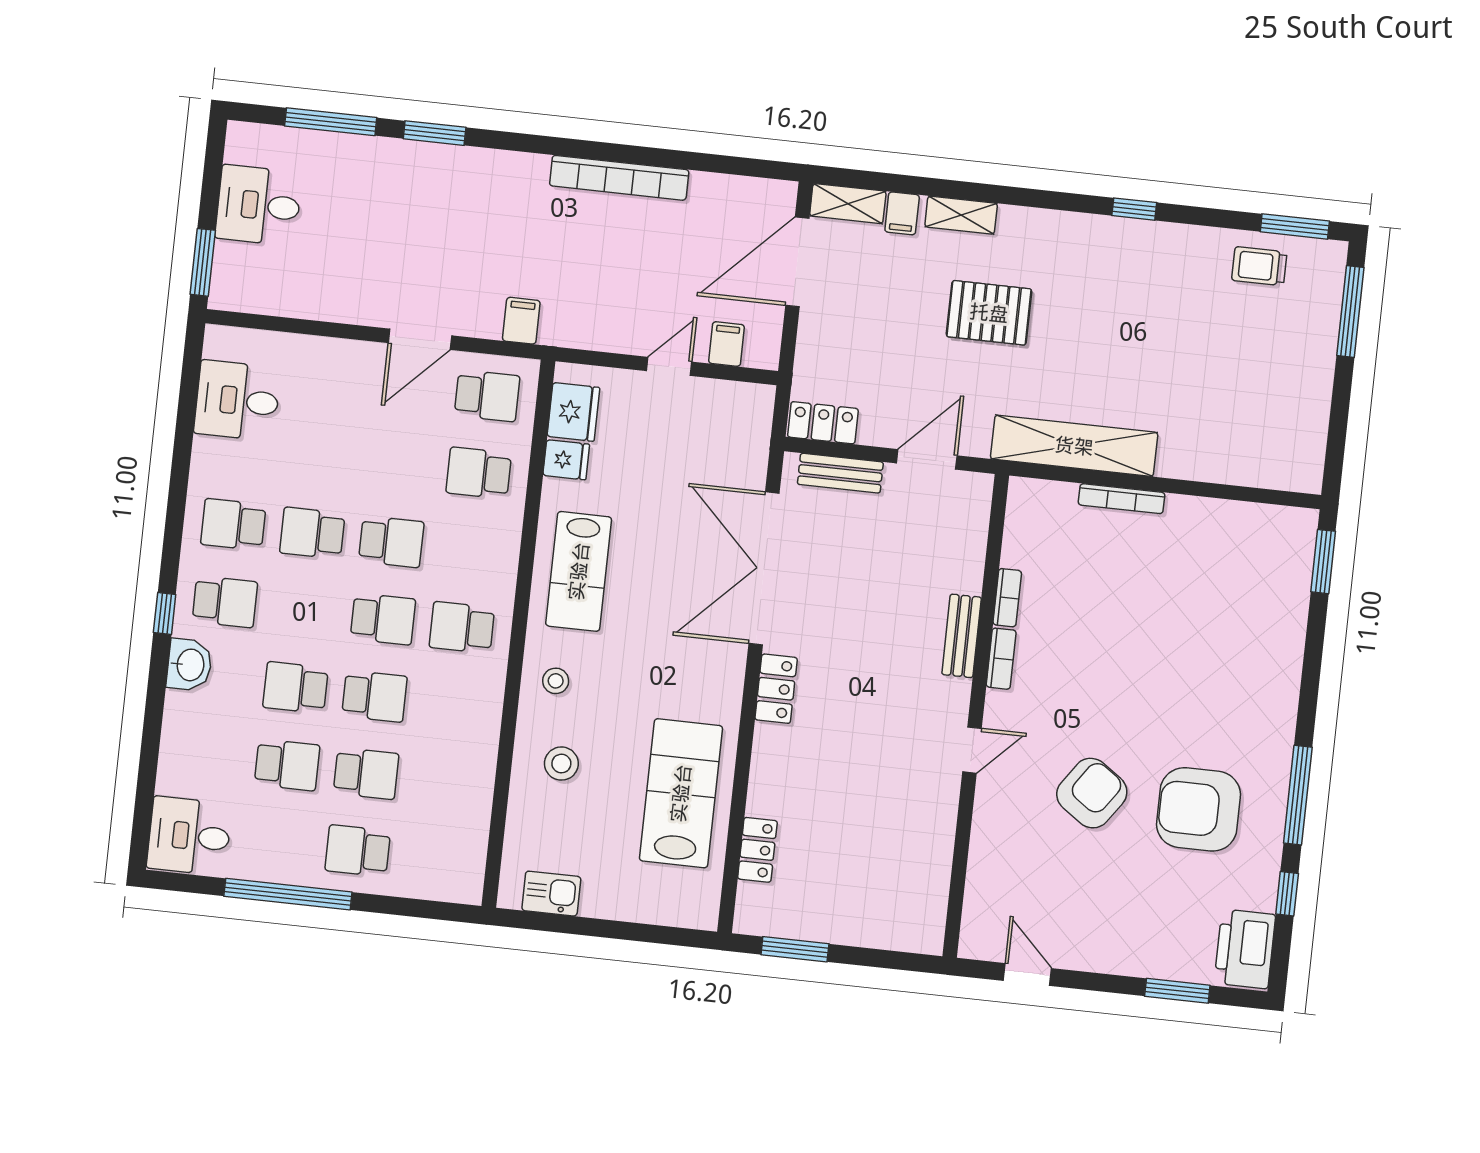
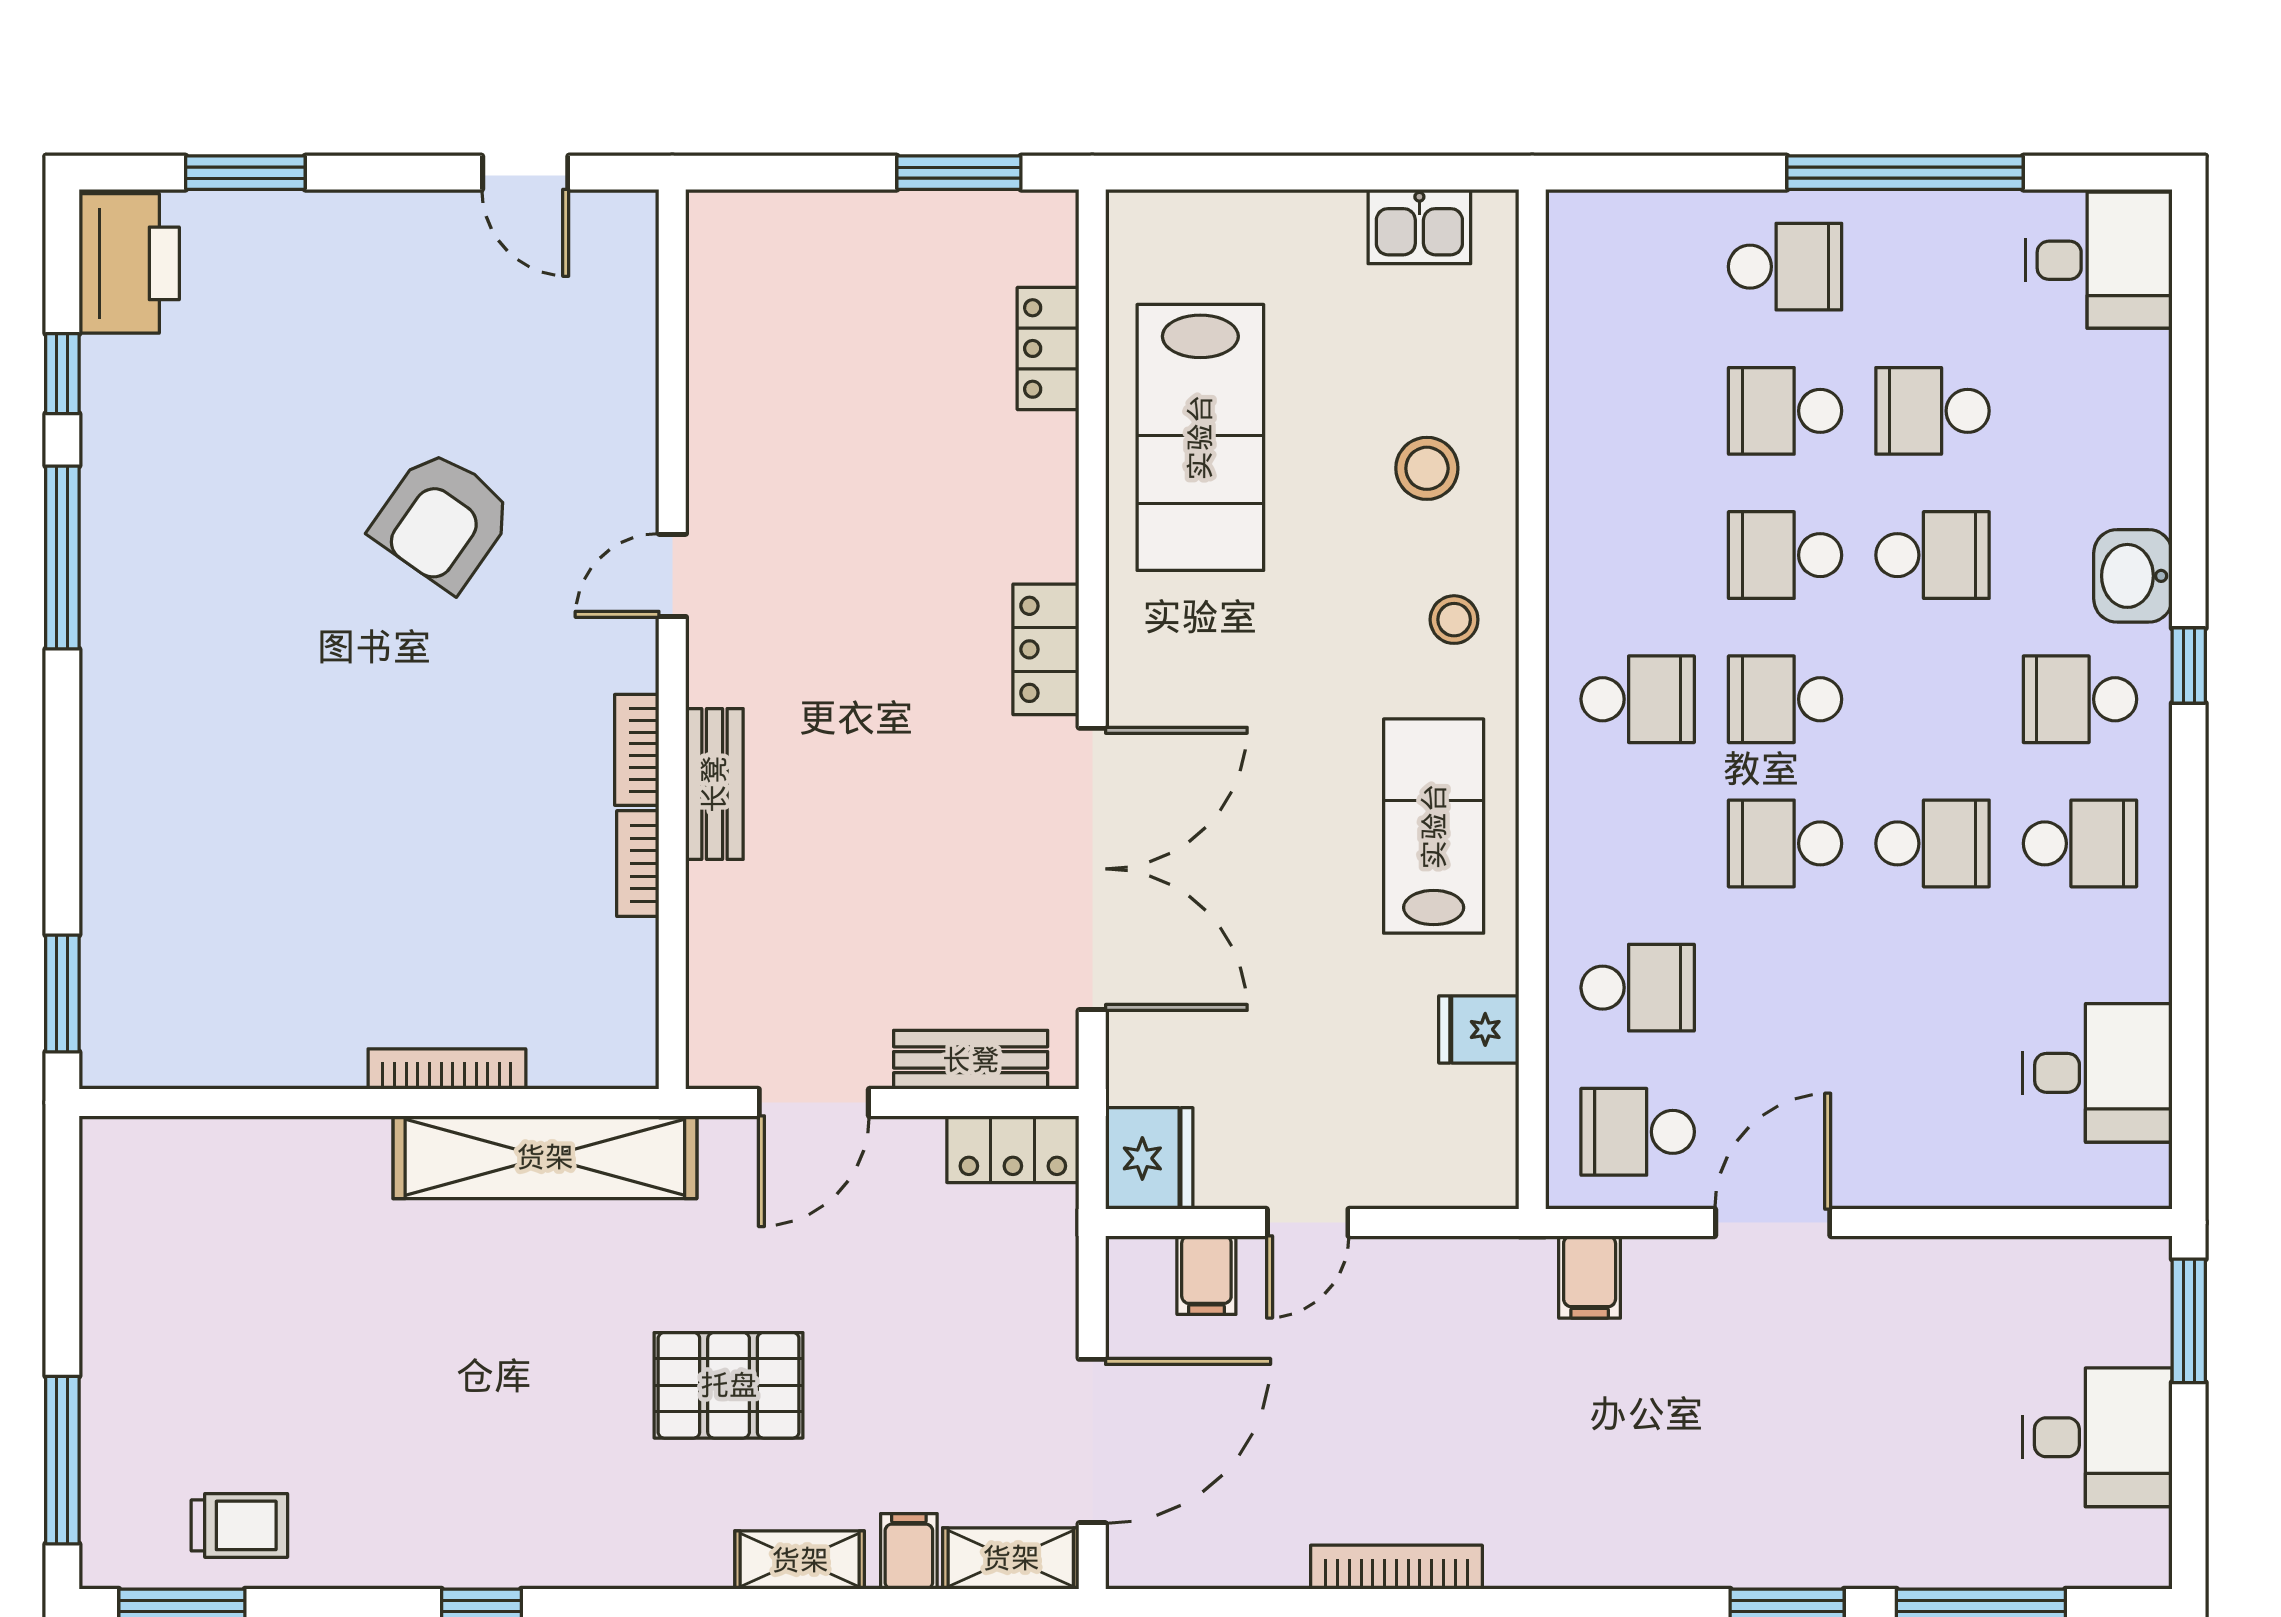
bookcase: (619, 178) -> (1396, 1567), width x0.68, depth x0.76
fridge: (573, 412) -> (1149, 1158), moved, turned 180
armchair: (1198, 809) -> (243, 511), removed

